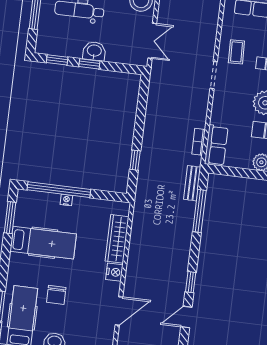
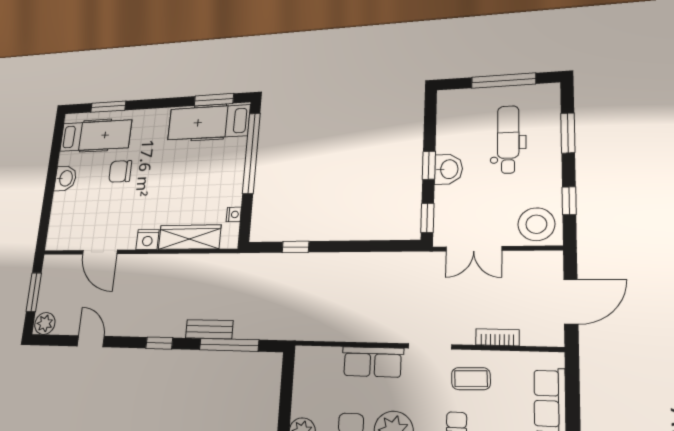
window: (57, 60) -> (427, 218), moved
bookcase: (199, 142) -> (497, 337), moved
row of seats: (216, 145) -> (373, 362), moved
bench: (192, 183) -> (209, 329), moved
nightstand: (66, 200) -> (234, 214), moved
hospital bed: (43, 243) -> (209, 122), moved, turned 90
window: (191, 282) -> (159, 343), moved

